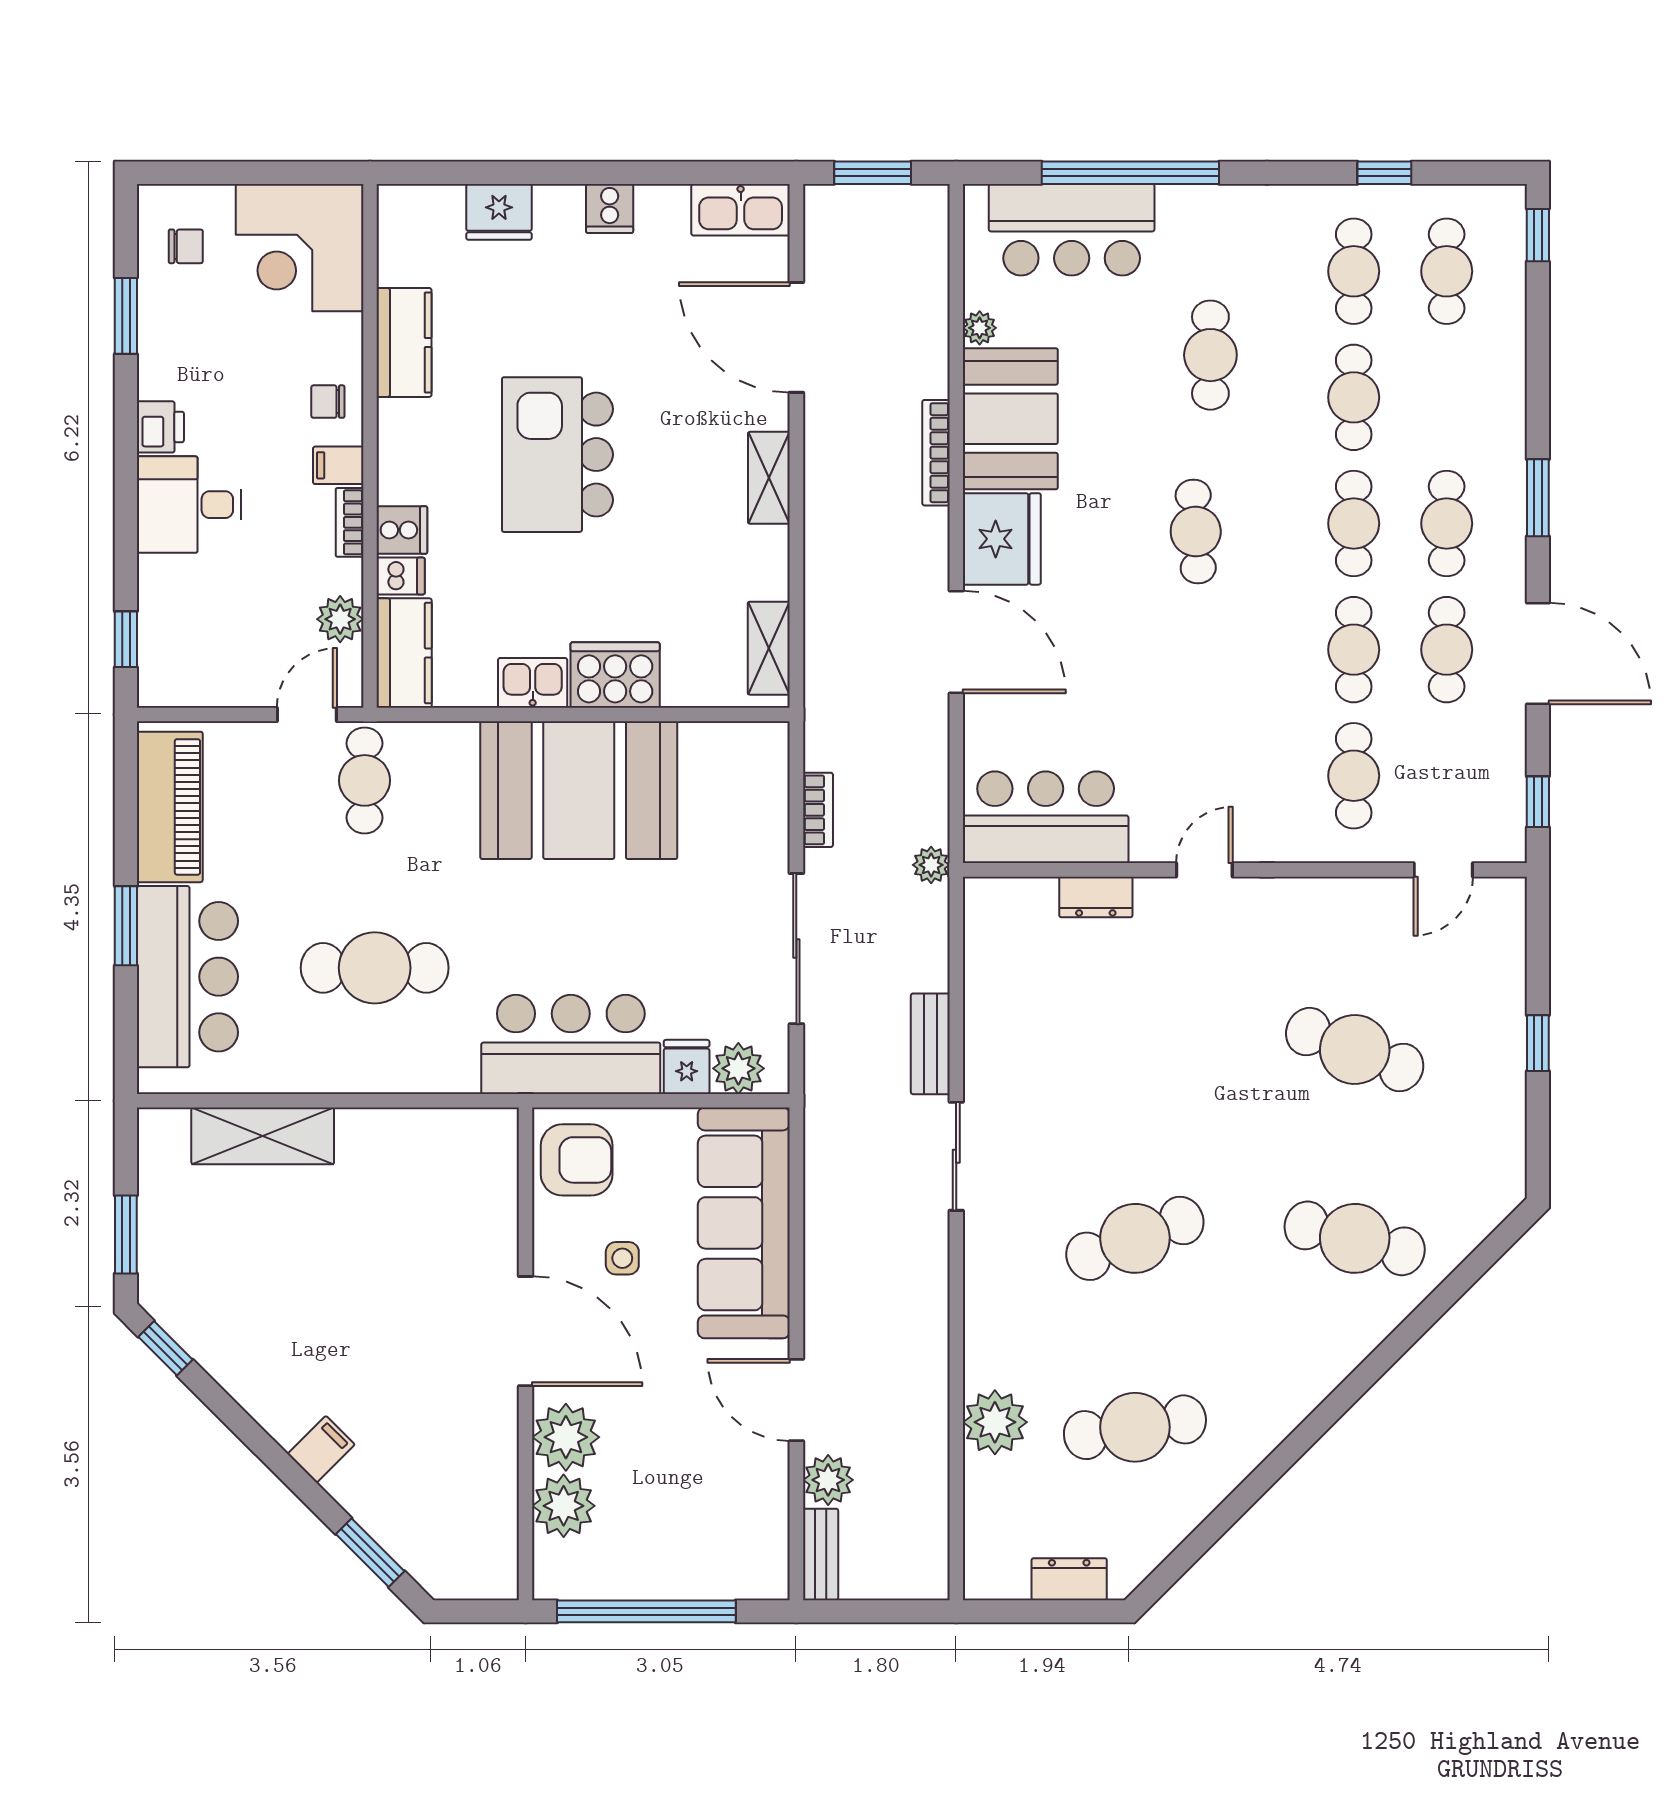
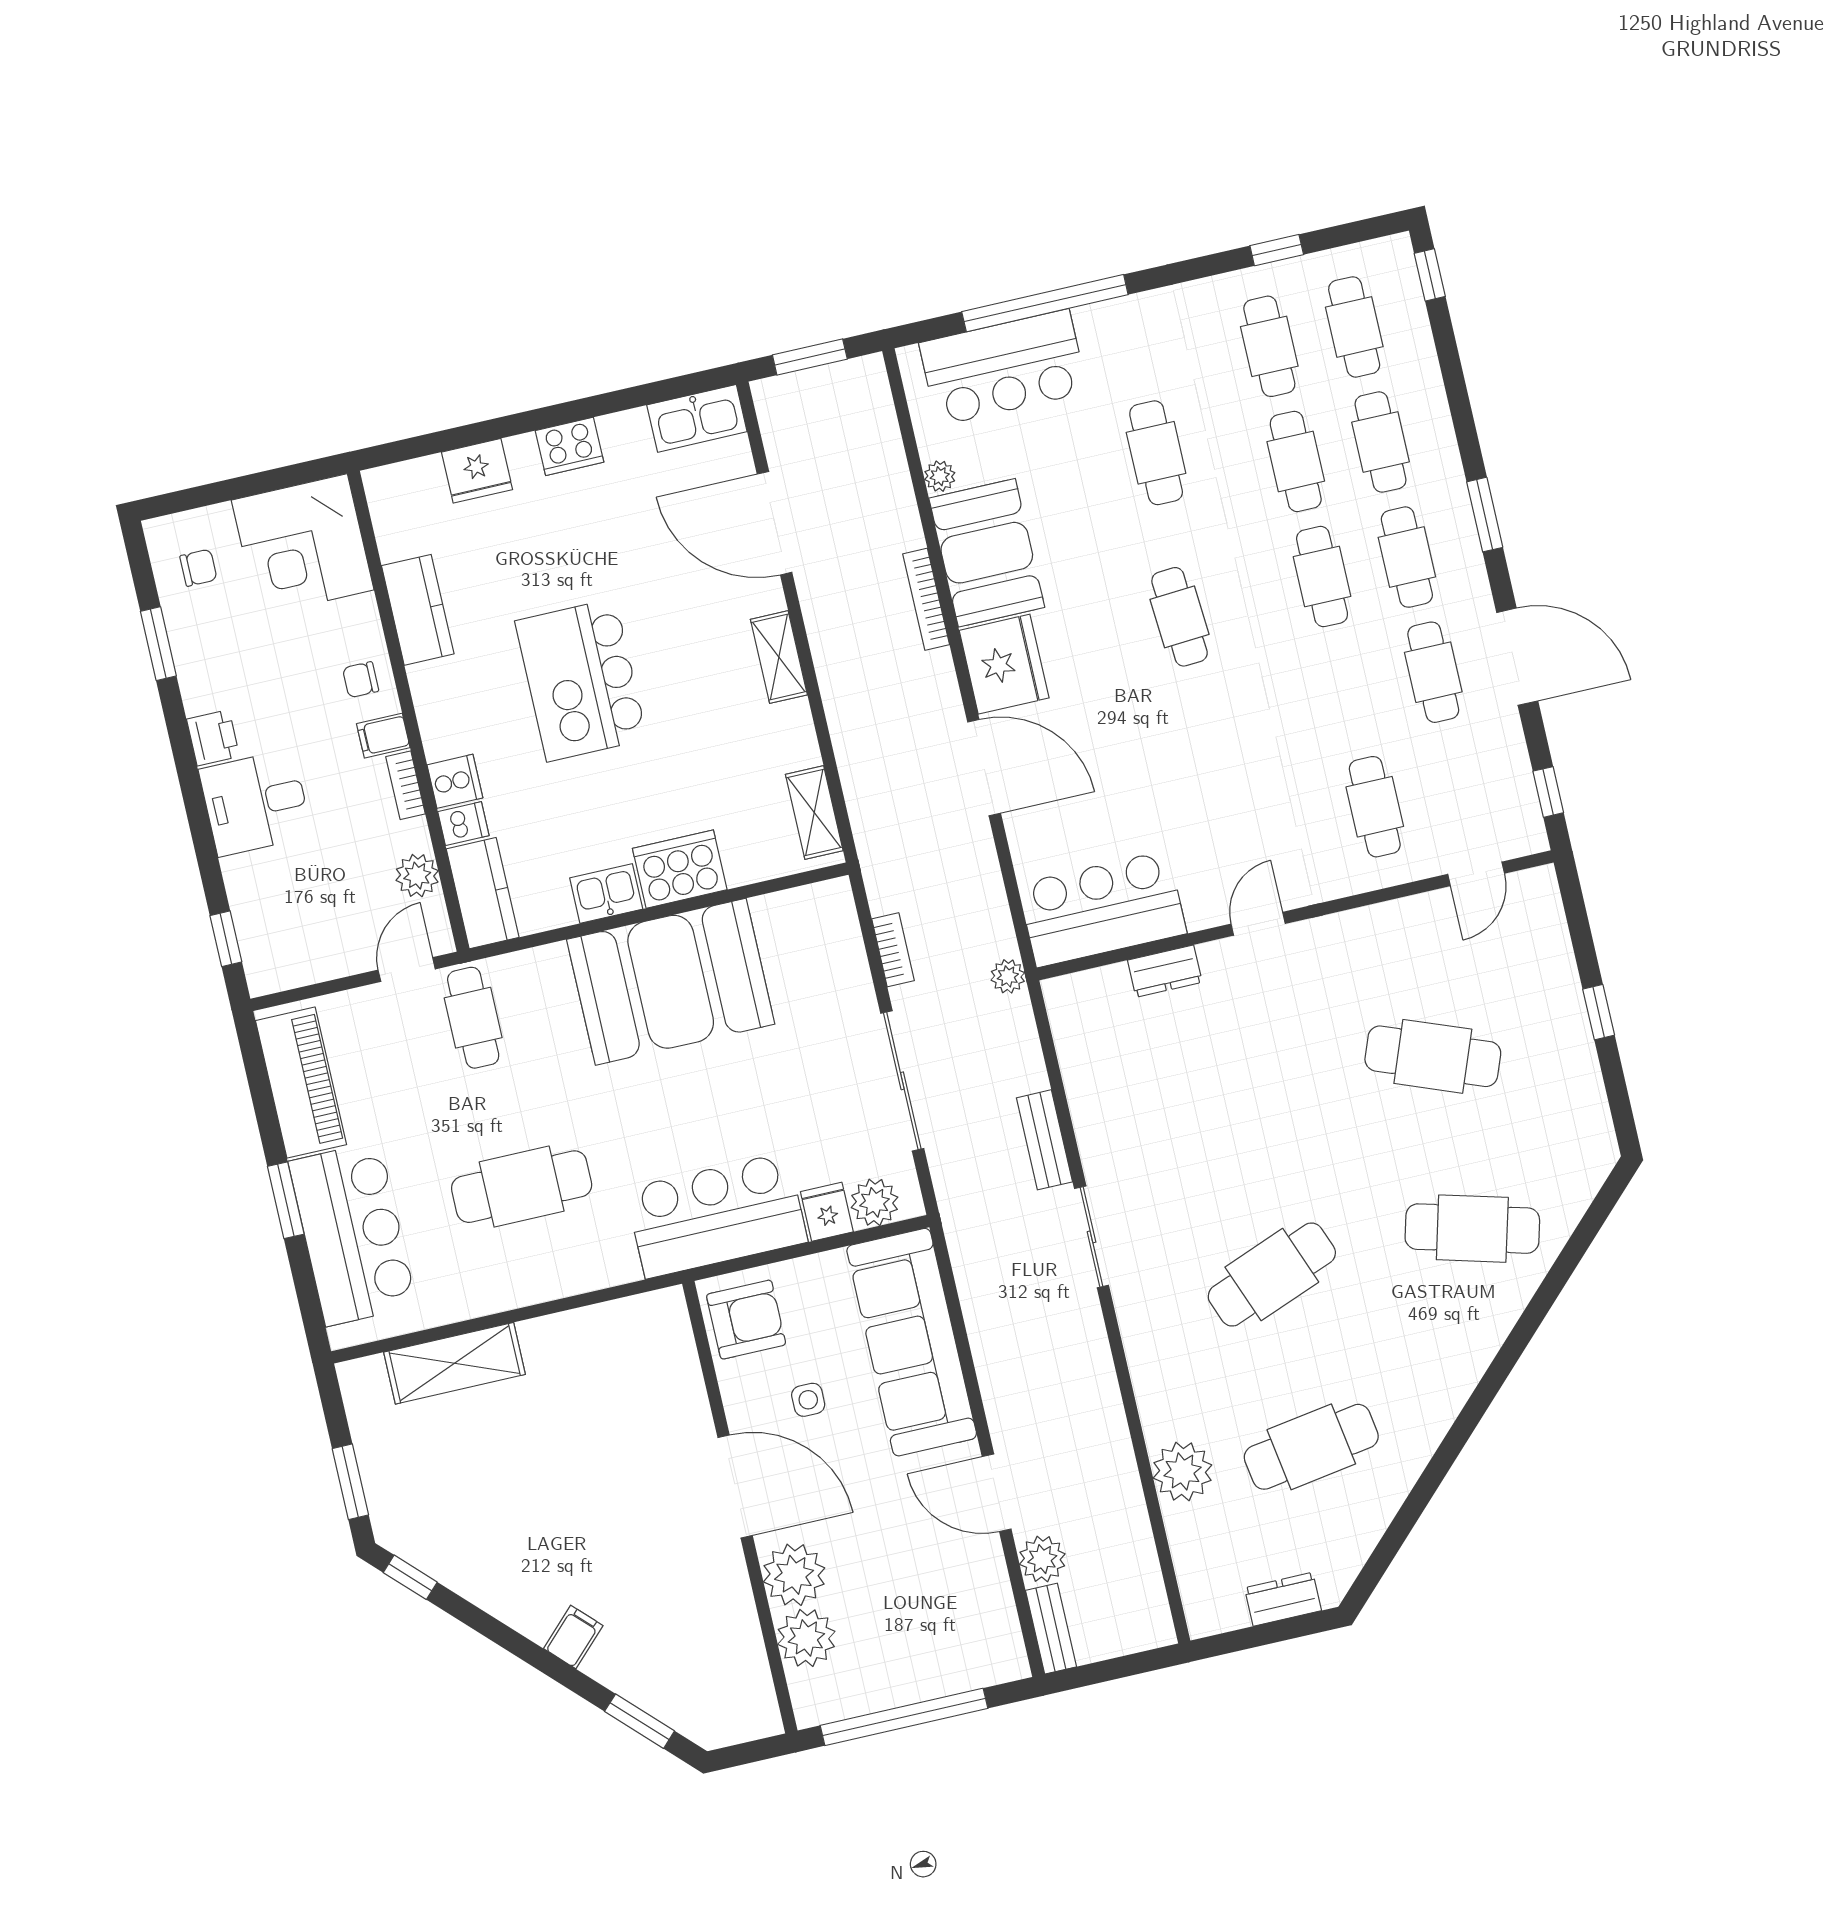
cooker: (610, 209) -> (570, 446), width x1.36
cafe table: (1354, 650) -> (1381, 442), moved

